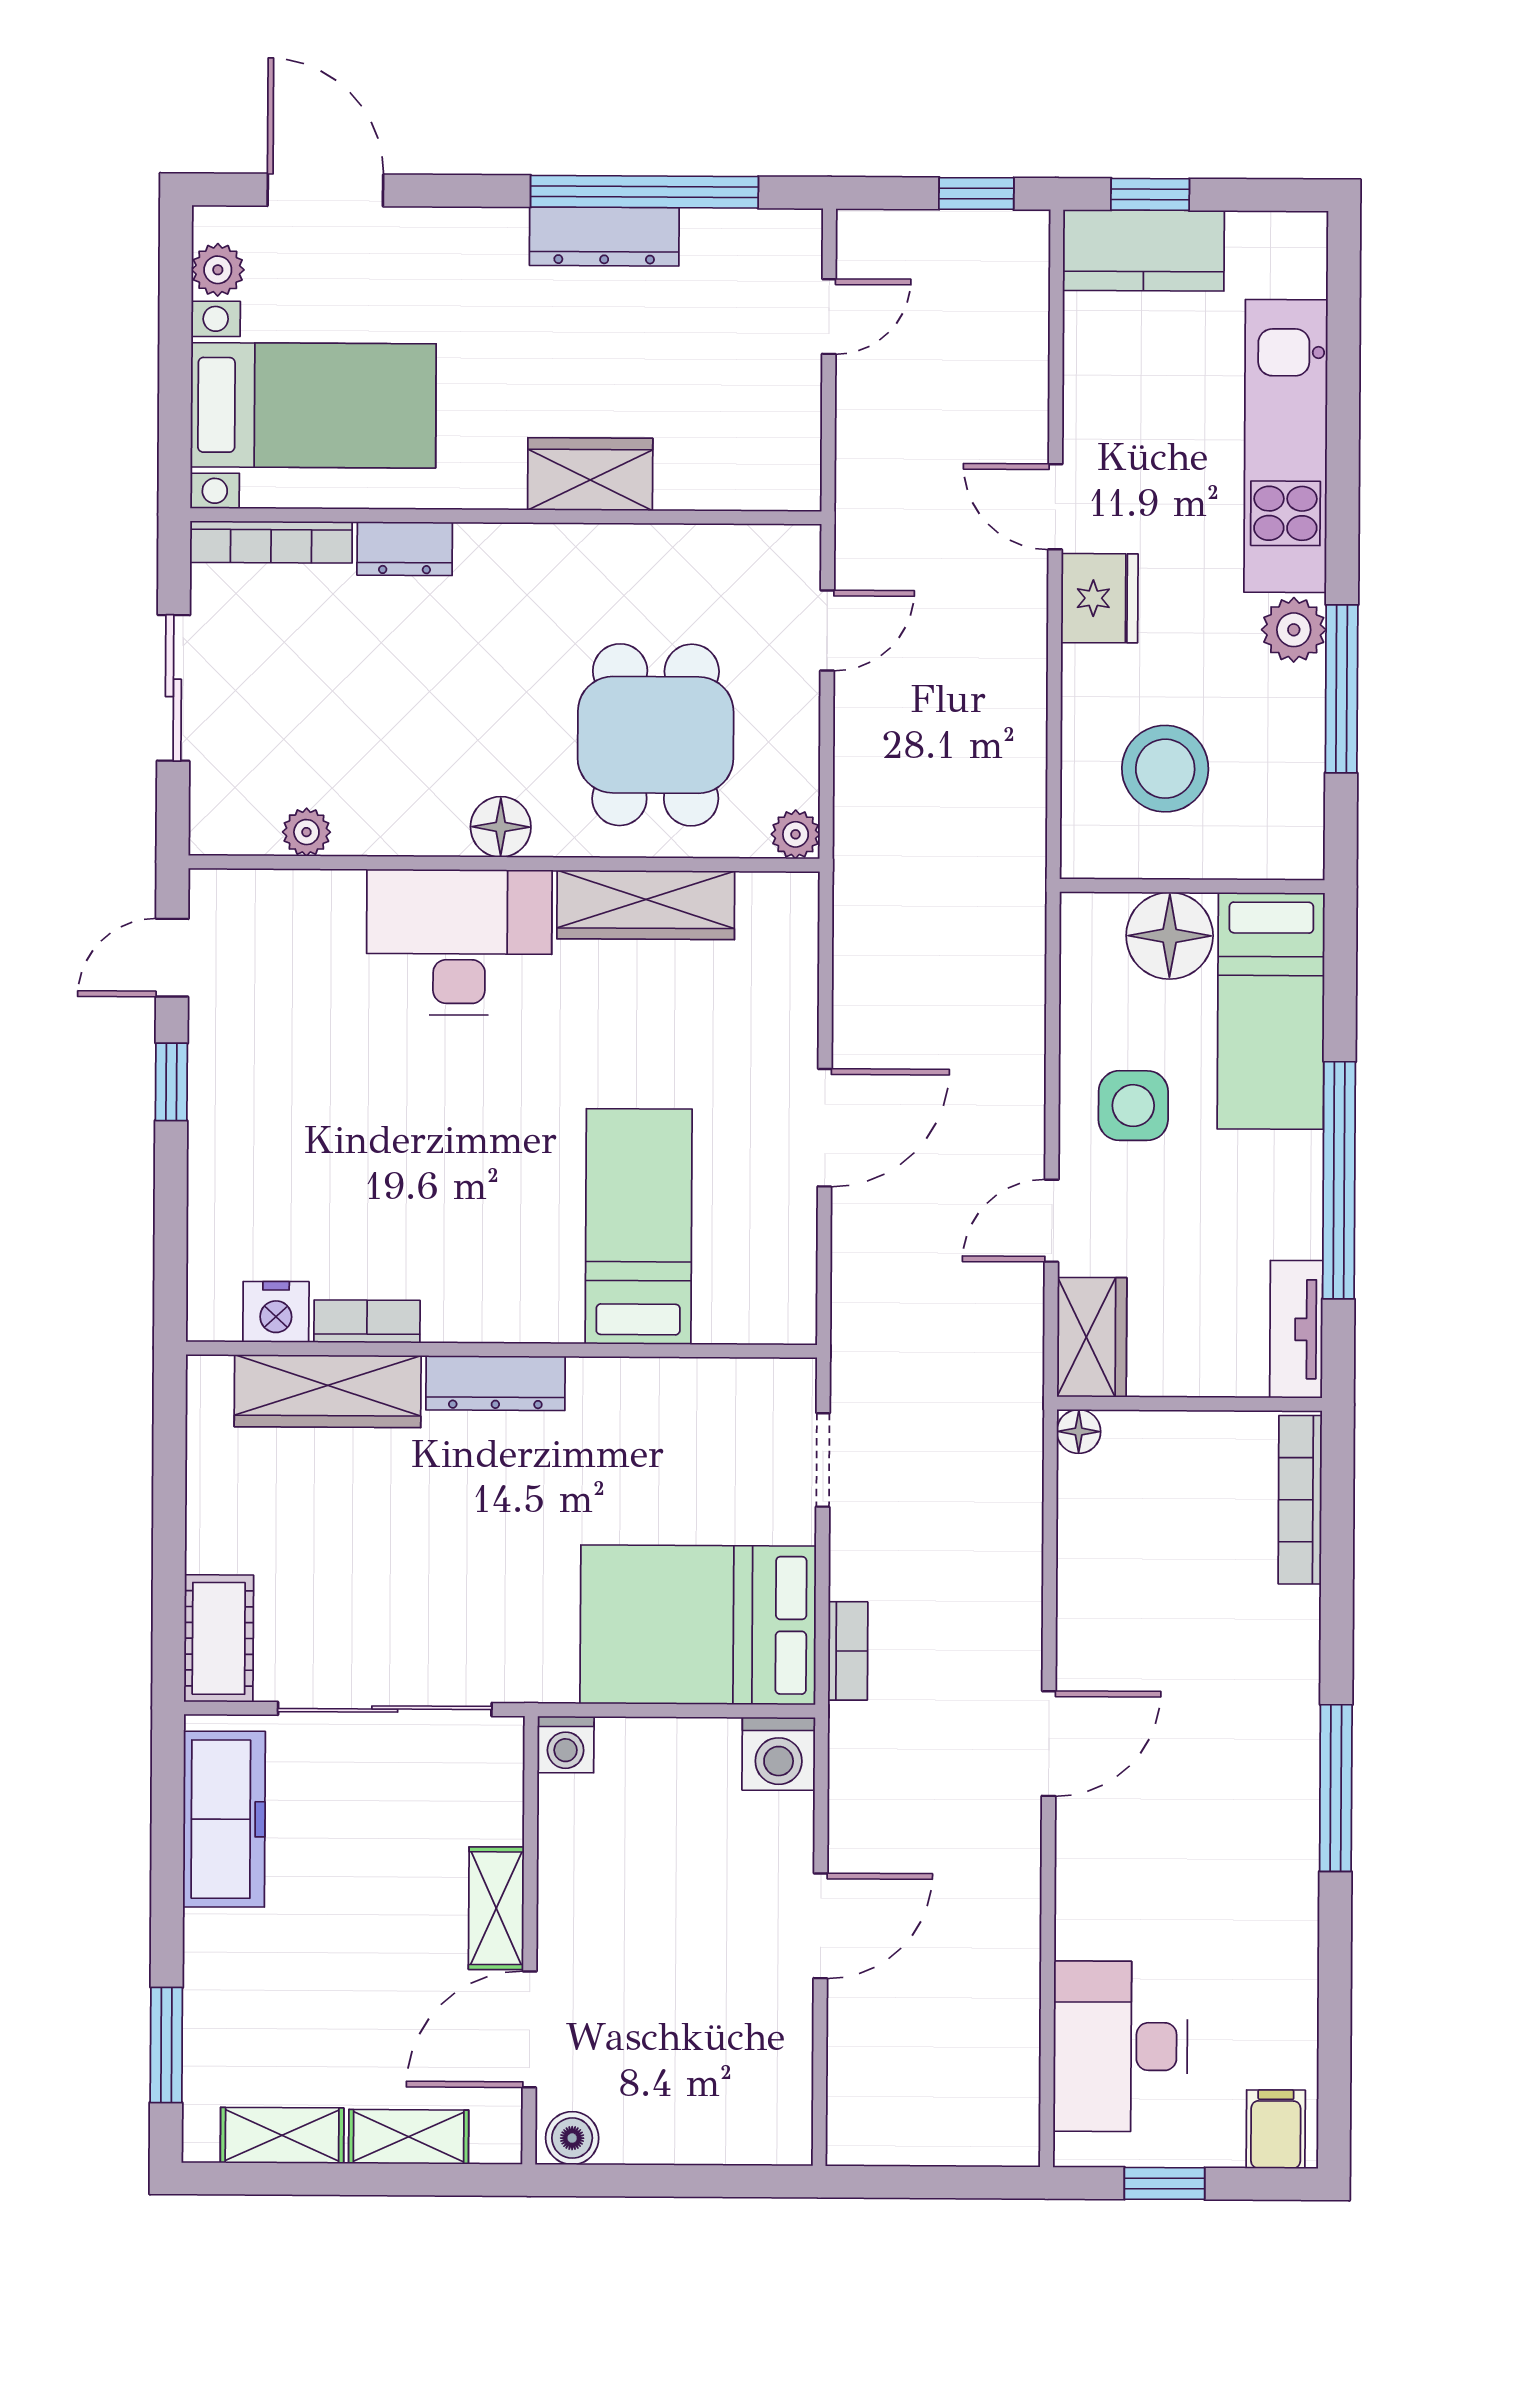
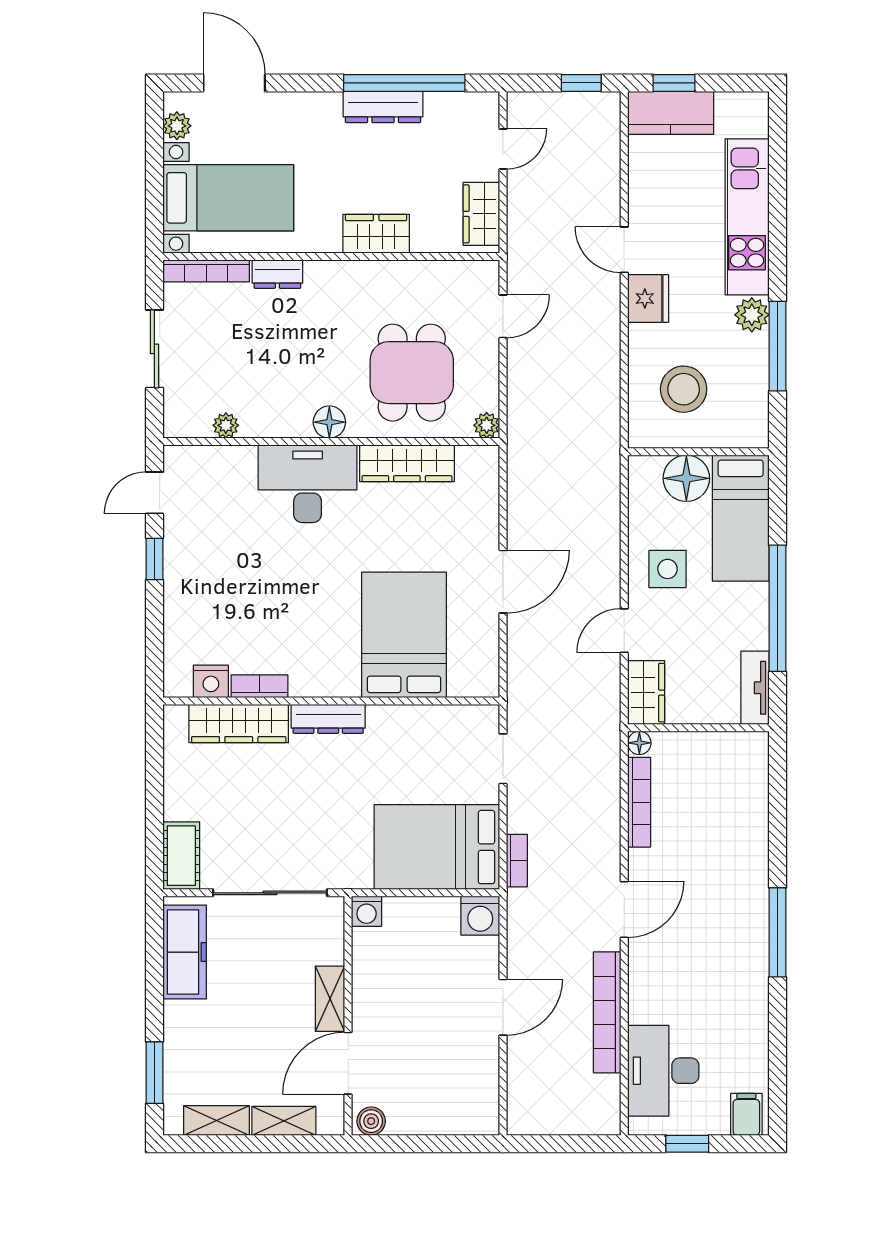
wardrobe: (788, 438) -> (481, 214), added
bed: (639, 1226) -> (404, 635), width x1.50
bookcase: (1300, 1500) -> (639, 802), moved, turned 180
bookcase: (1016, 1936) -> (607, 1012), added

